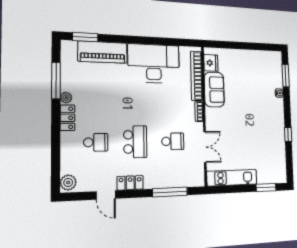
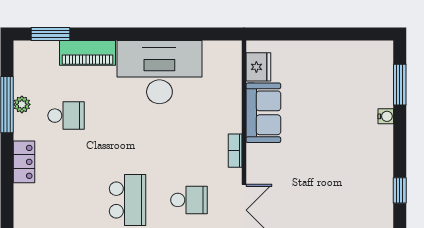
piano: (103, 52) -> (87, 53), width x0.73, depth x0.75
bookcase: (196, 76) -> (232, 90), removed
plant: (66, 98) -> (22, 104), moved
school desk: (96, 142) -> (66, 116), moved

